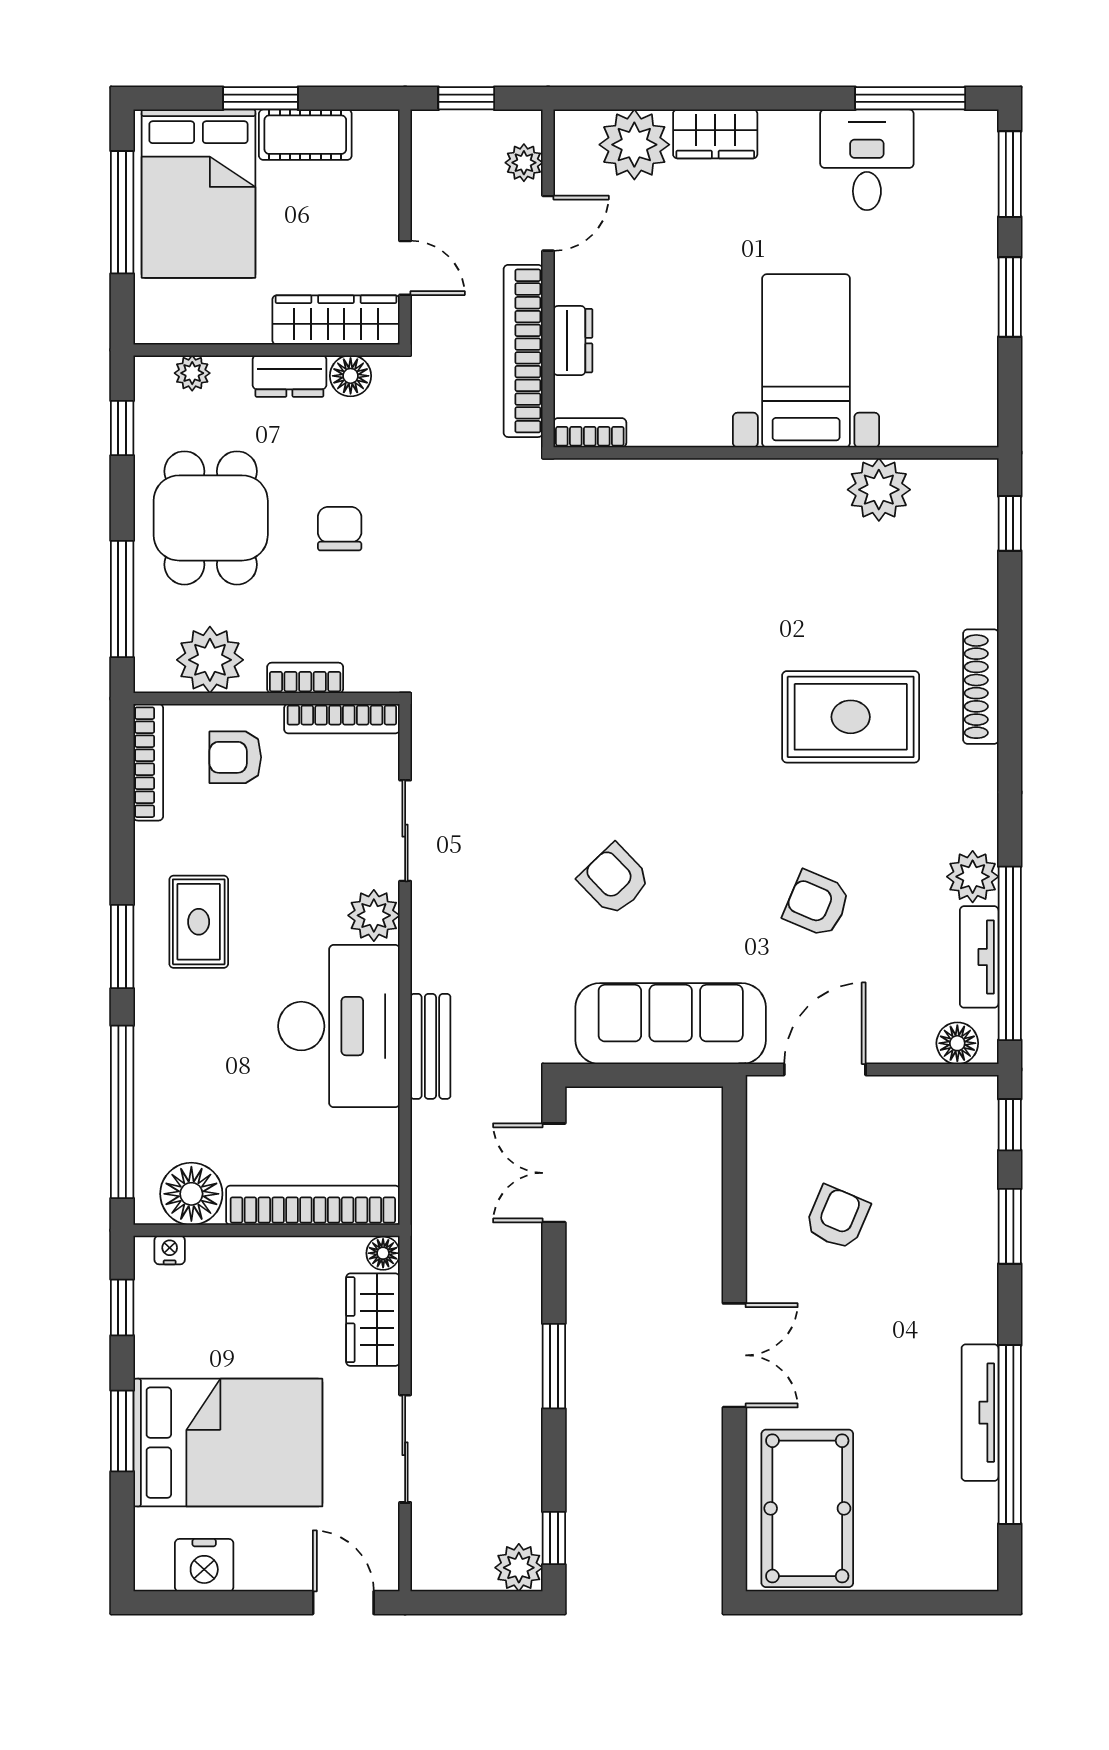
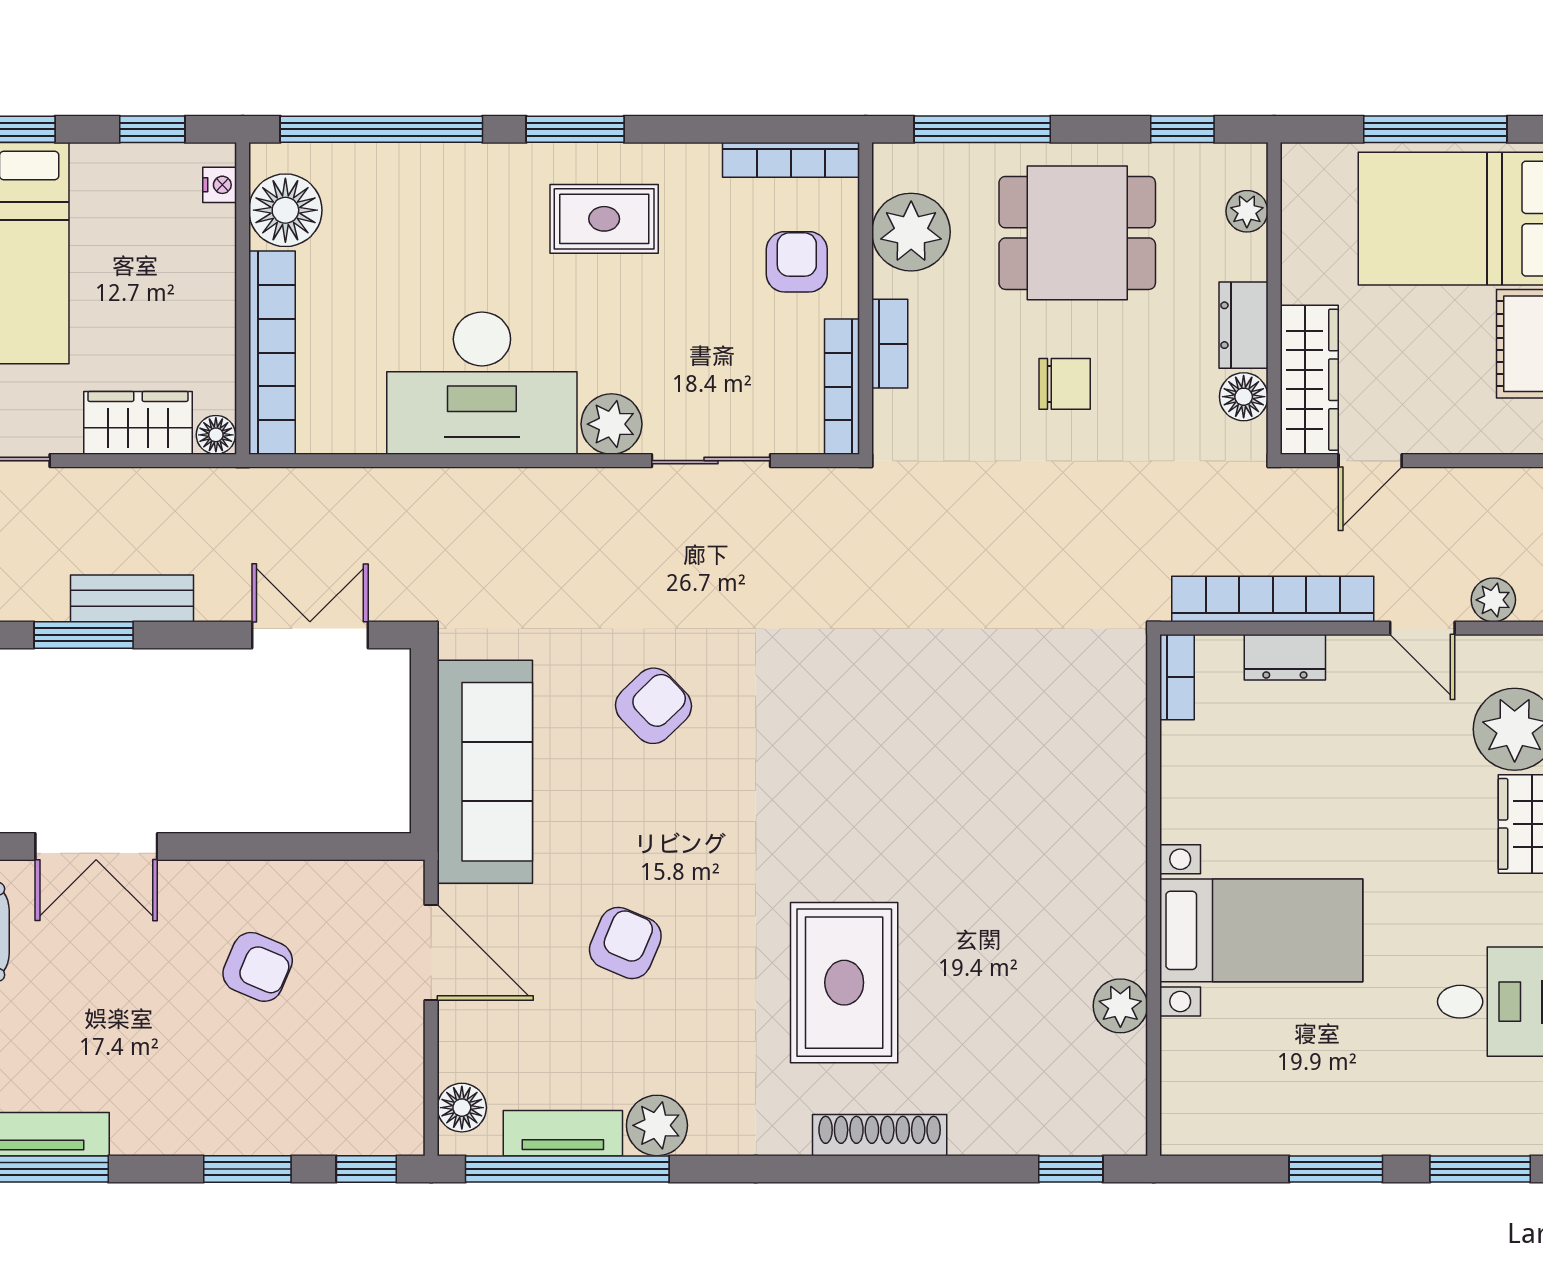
plant: (879, 490) -> (1120, 1006), width x0.73, depth x0.73
bench: (430, 1046) -> (132, 598), moved

